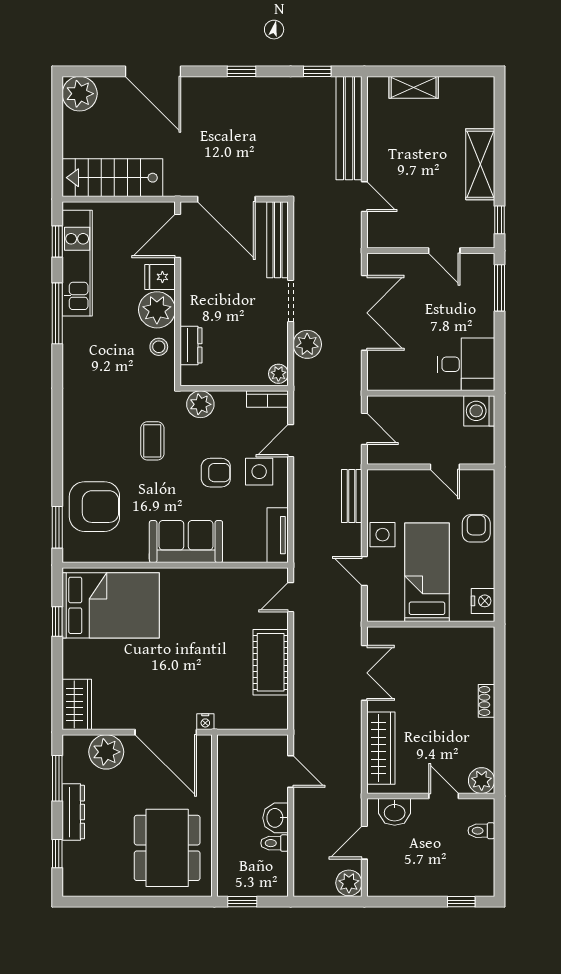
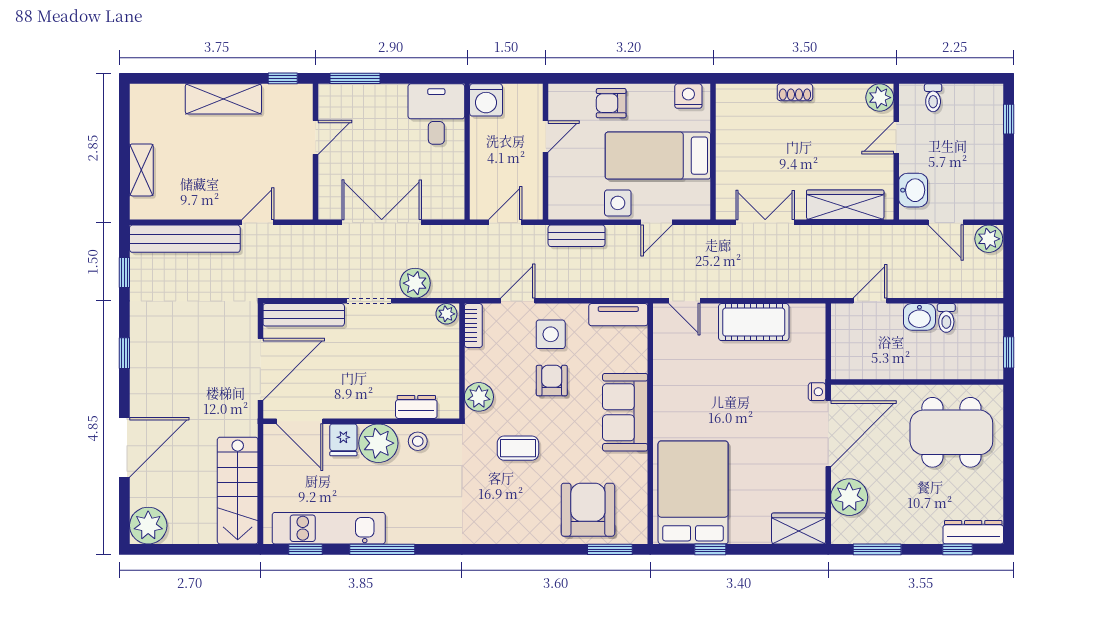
door: (291, 441) -> (518, 301), swing flipped
dresser: (73, 812) -> (973, 532), moved

